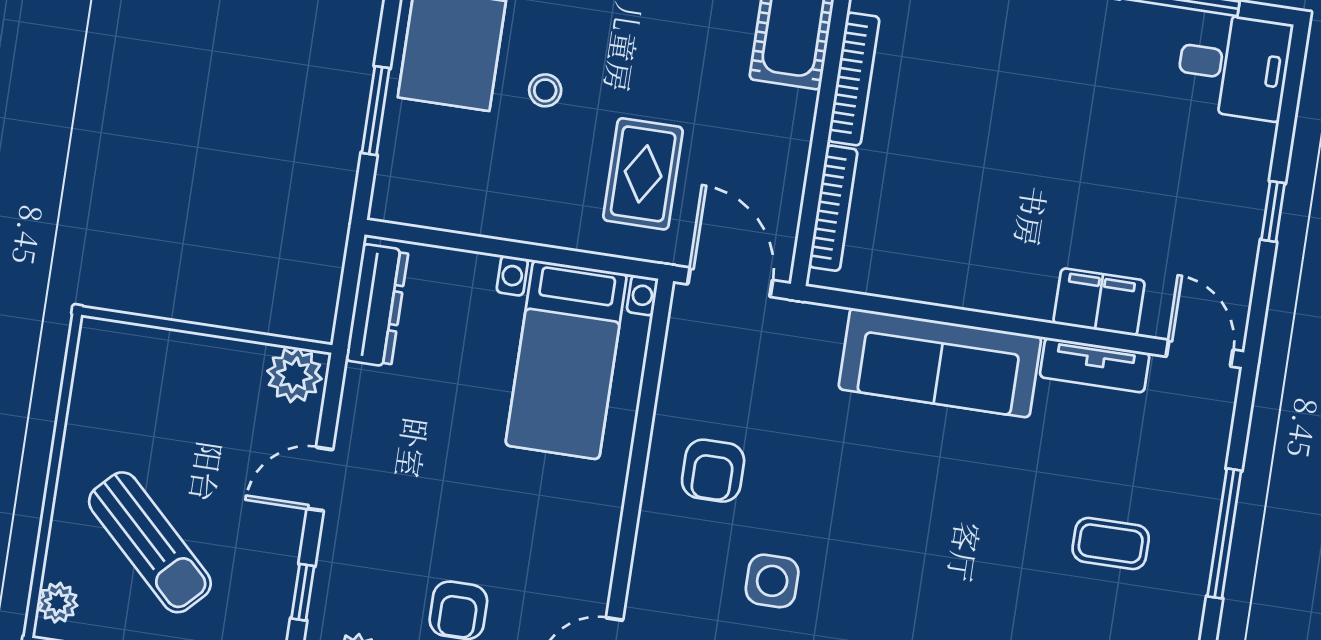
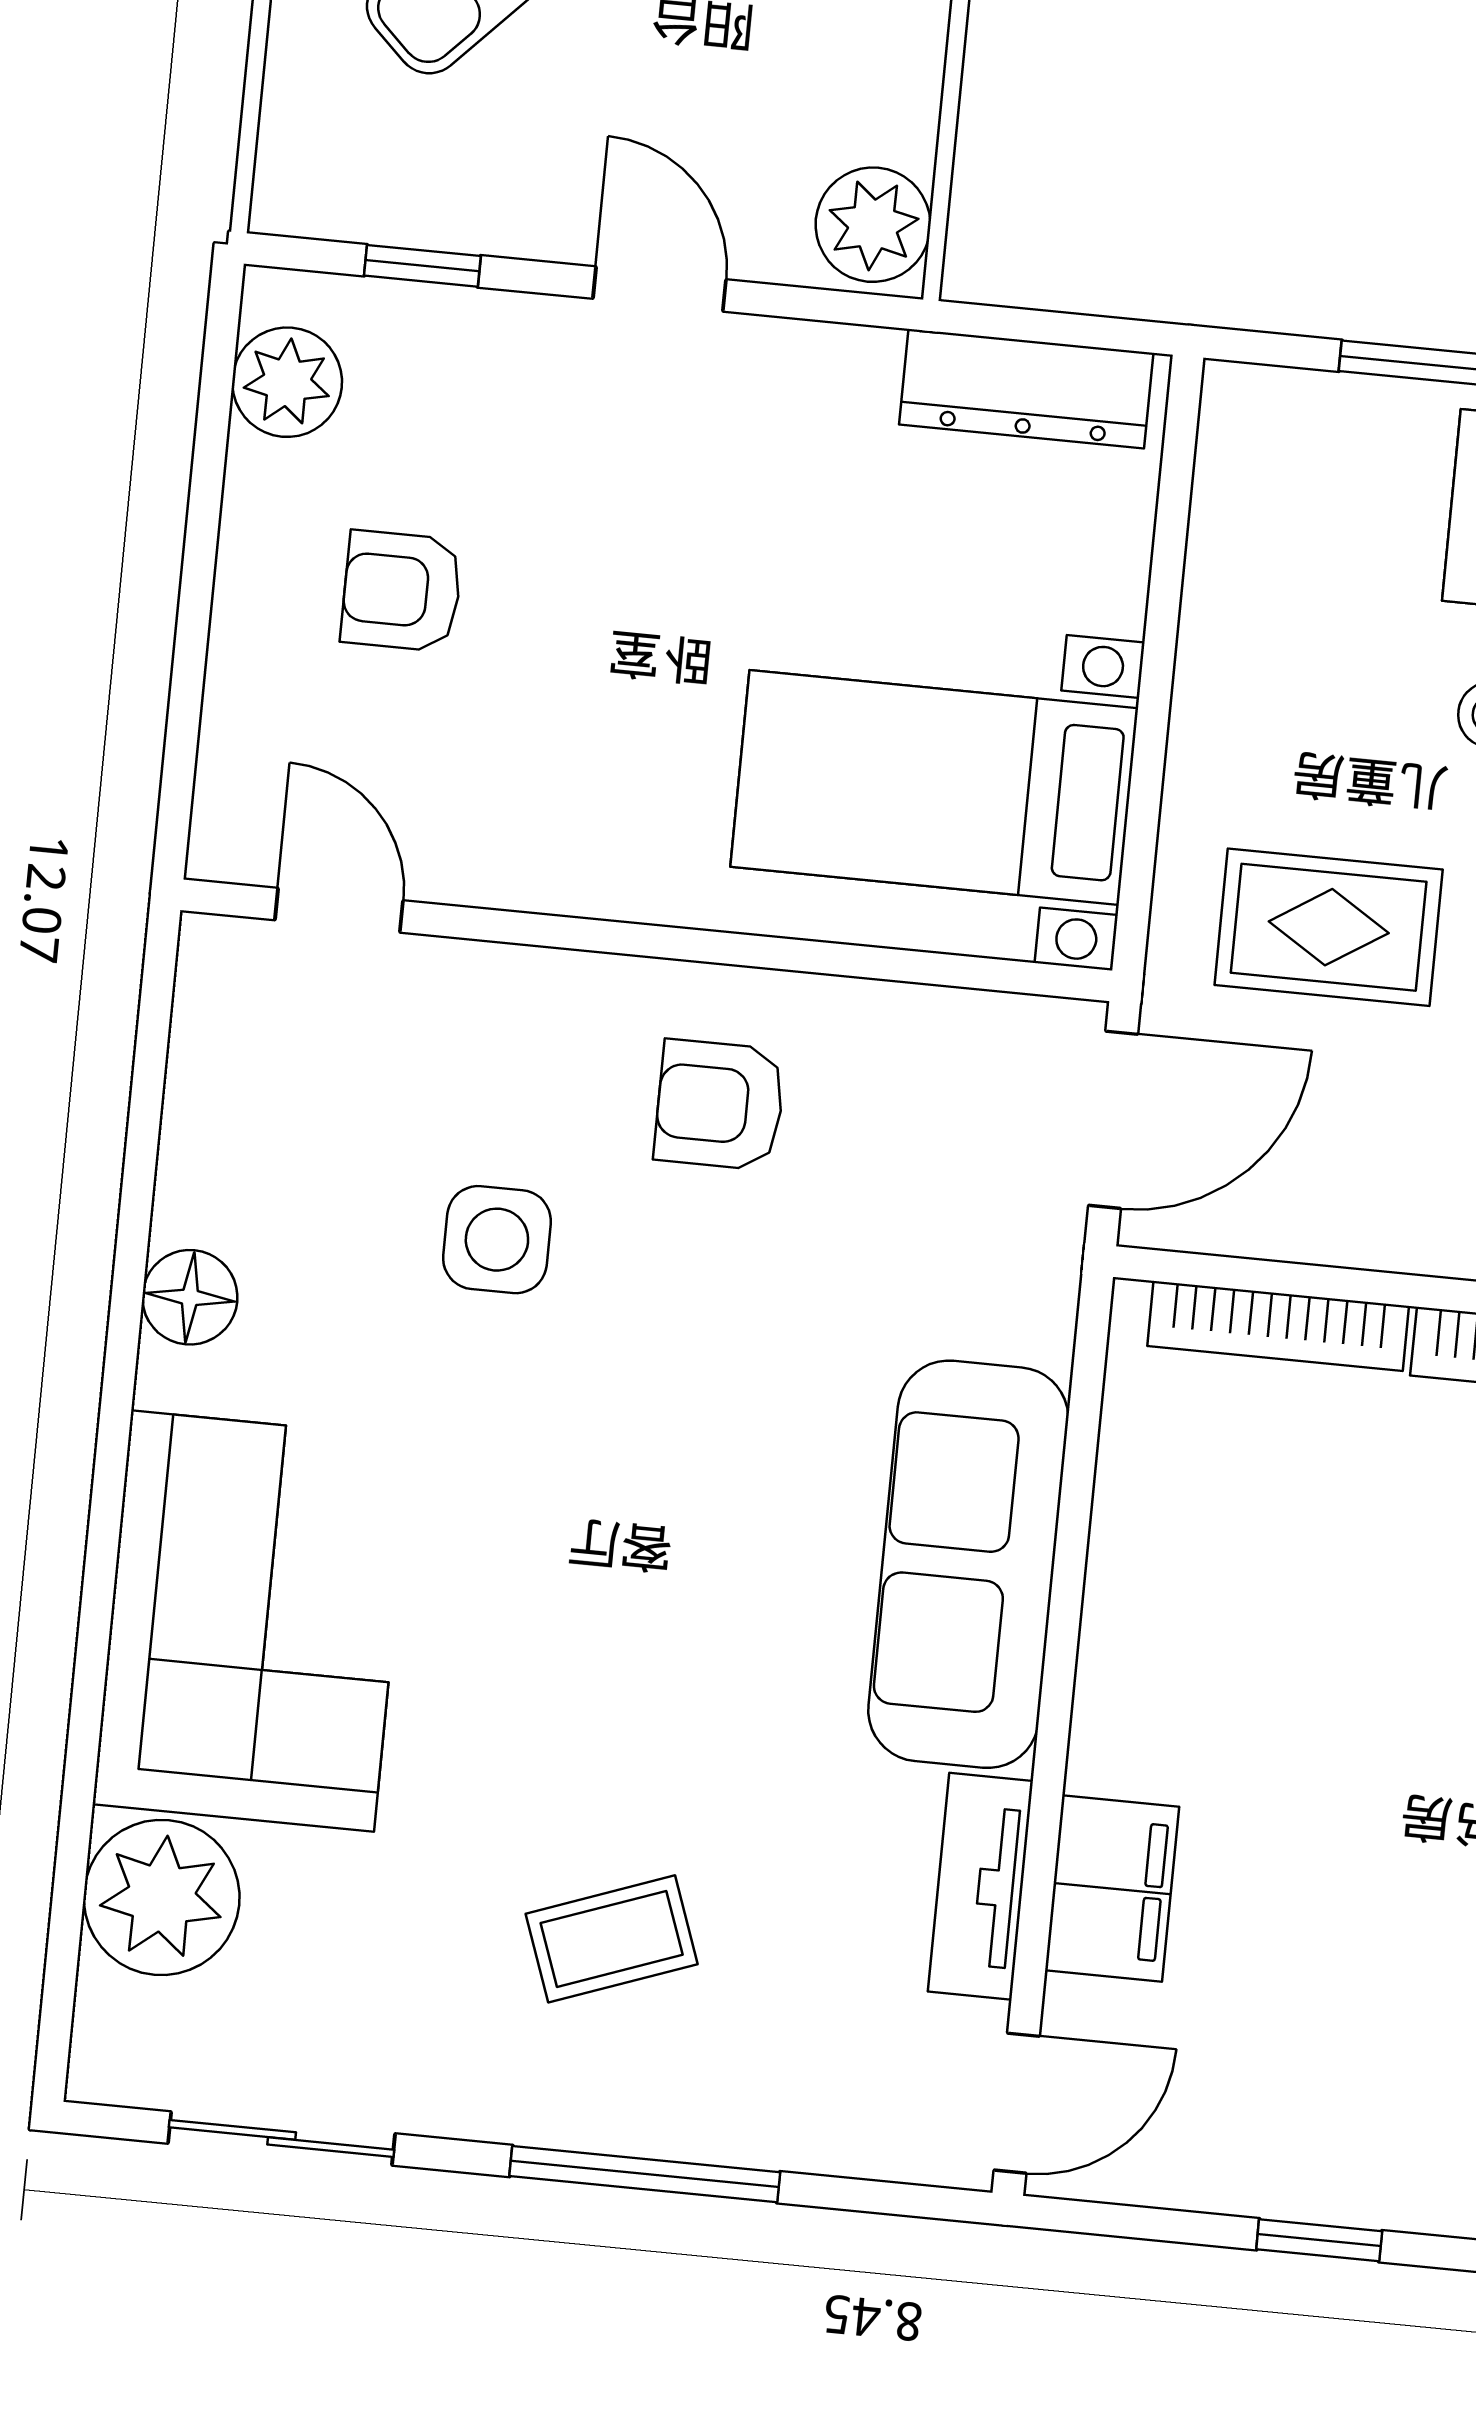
coffee table: (1111, 543) -> (612, 1939), turned 70

